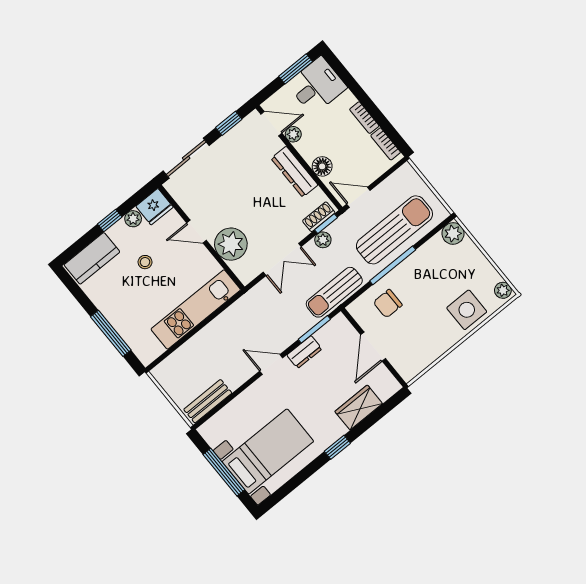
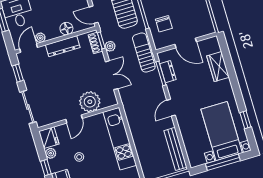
door: (358, 197) -> (94, 15), hinge flipped
sun lounger: (334, 292) -> (144, 53), turned 180
dresser: (304, 352) -> (168, 72), moved
bench: (208, 401) -> (175, 149), width x1.36
window: (337, 447) -> (245, 120), moved

